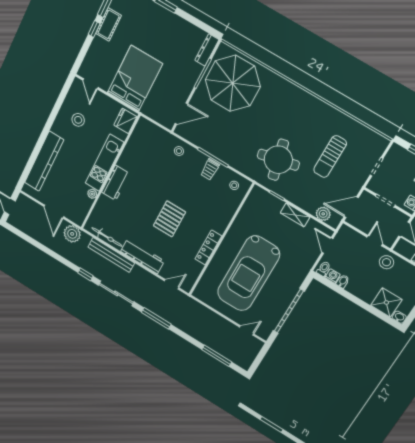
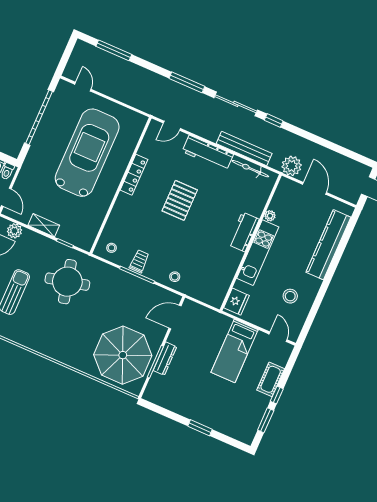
cot: (108, 24) -> (271, 379), moved
dresser: (207, 50) -> (165, 359), moved
bed: (135, 78) -> (235, 351), width x0.67
door: (247, 330) -> (83, 87), swing flipped

